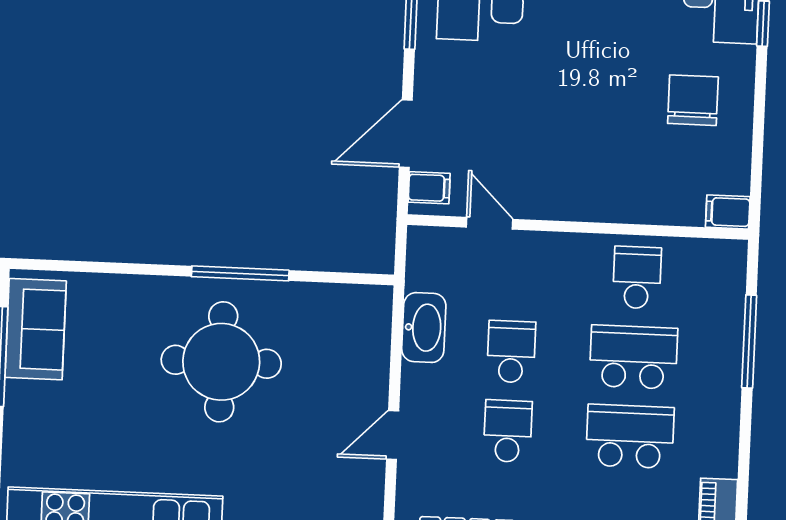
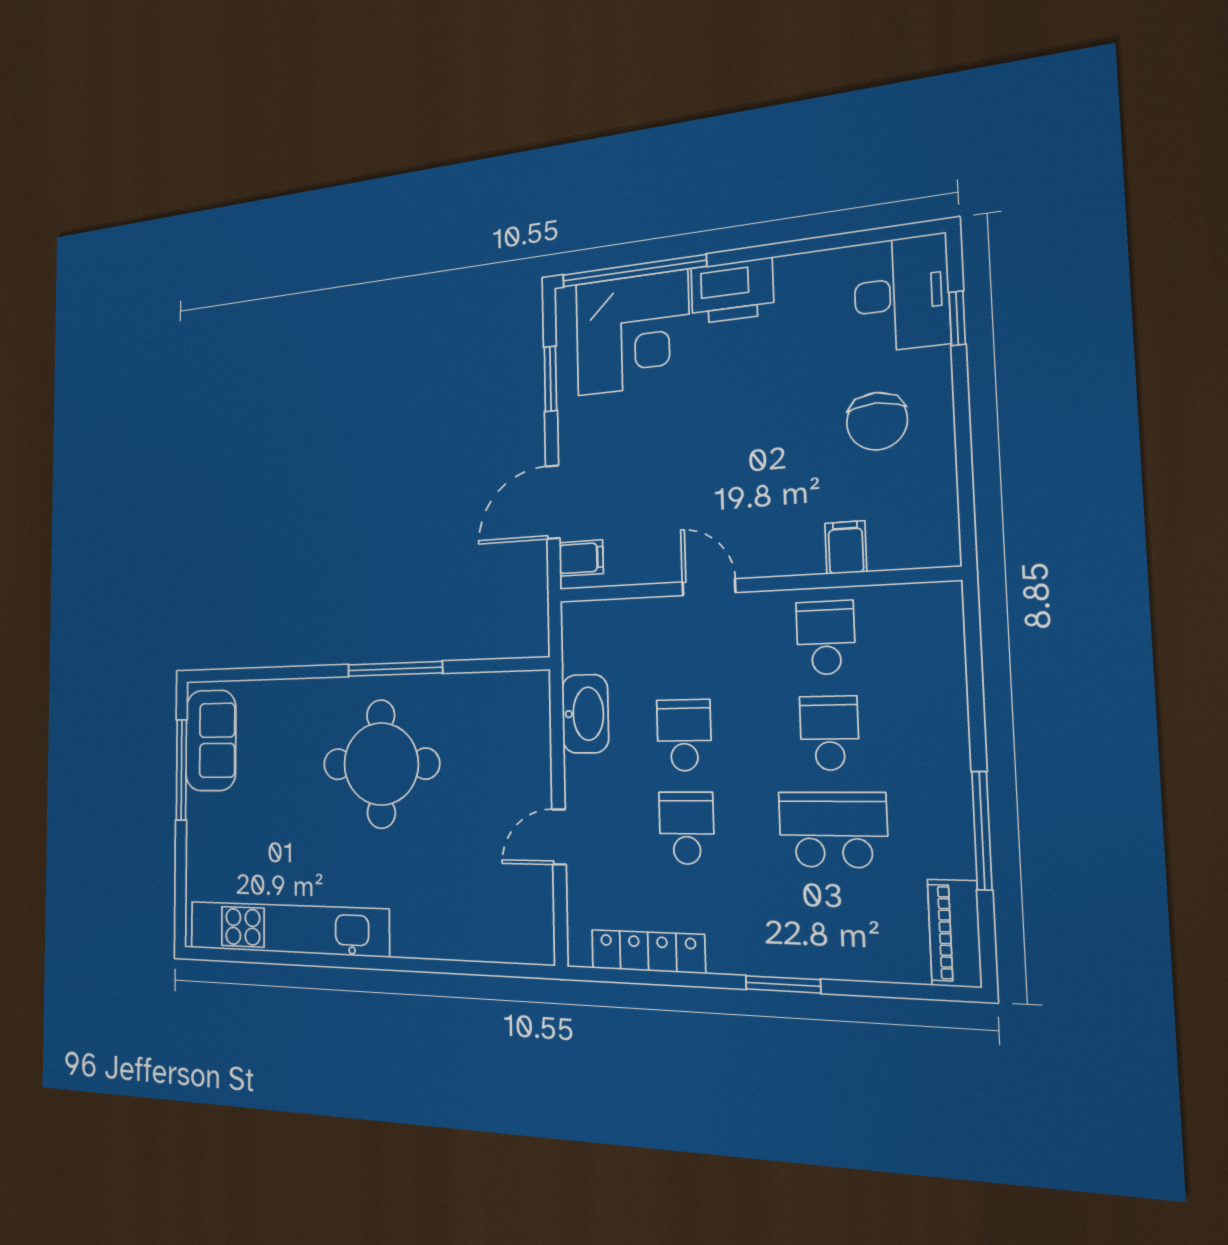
chair: (693, 100) -> (877, 421), turned 180
filing cabinet: (728, 212) -> (846, 548), moved, turned 90
door: (490, 223) -> (709, 587), moved
window: (749, 341) -> (982, 831), moved
school desk: (633, 357) -> (829, 733), width x0.54

